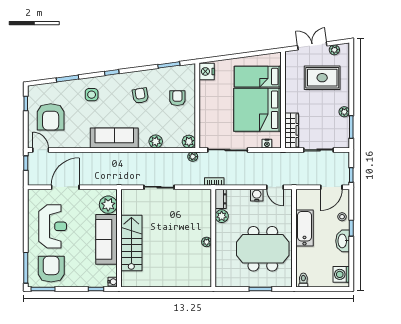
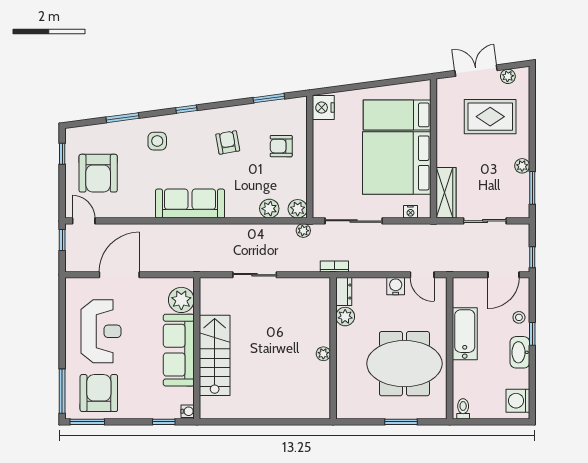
armchair: (177, 98) -> (281, 146), turned -90
plant: (156, 141) -> (269, 209), moved

